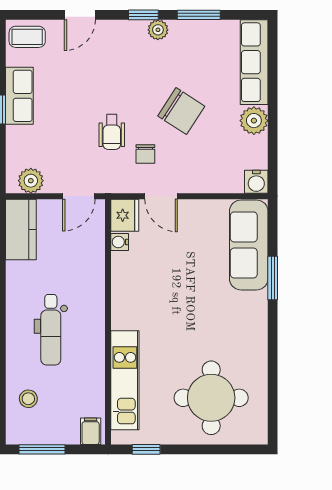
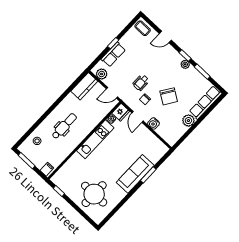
row of seats: (19, 96) -> (113, 54), moved
water cooler: (256, 182) -> (154, 123), moved
sofa: (249, 245) -> (135, 174), moved
dental chair: (51, 330) -> (64, 126), turned 180
kitchen unit: (125, 380) -> (95, 139), moved

